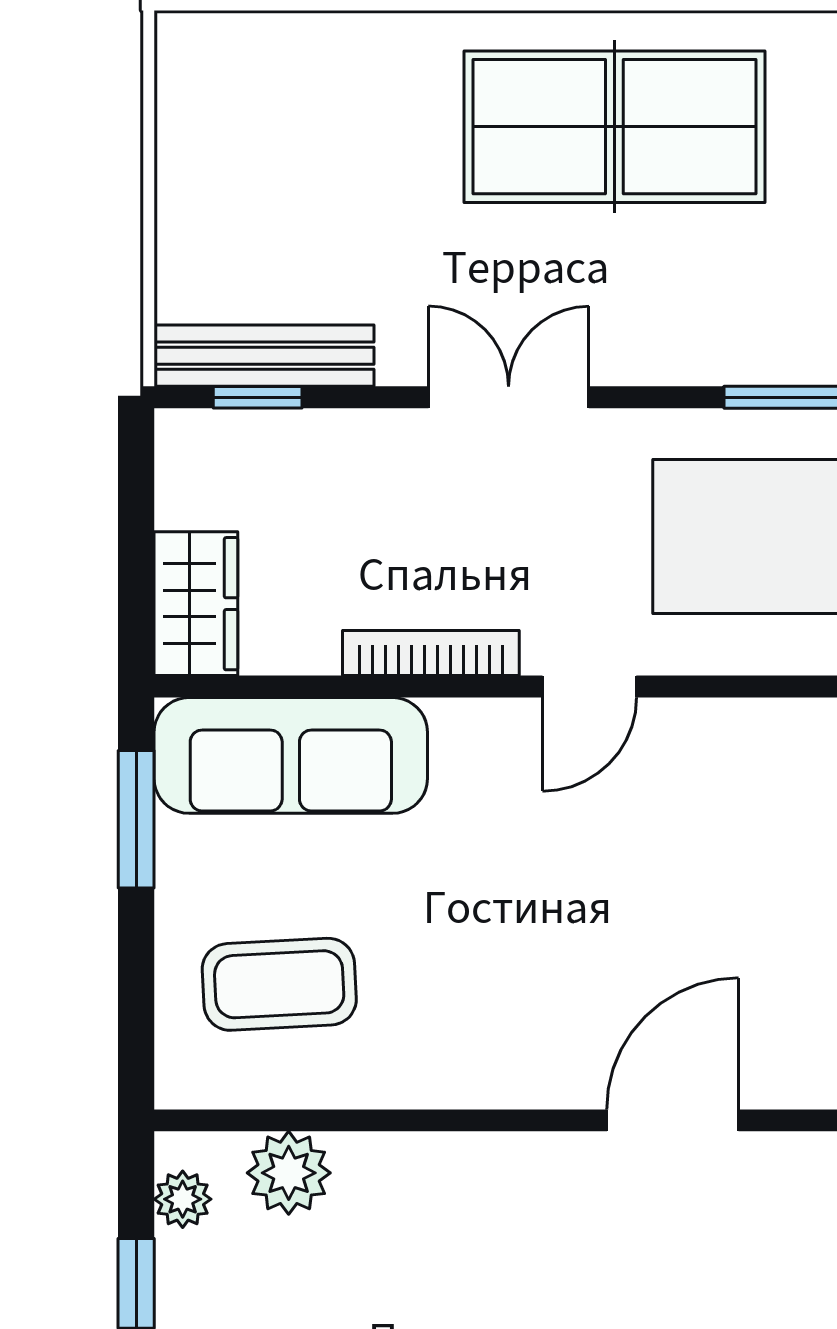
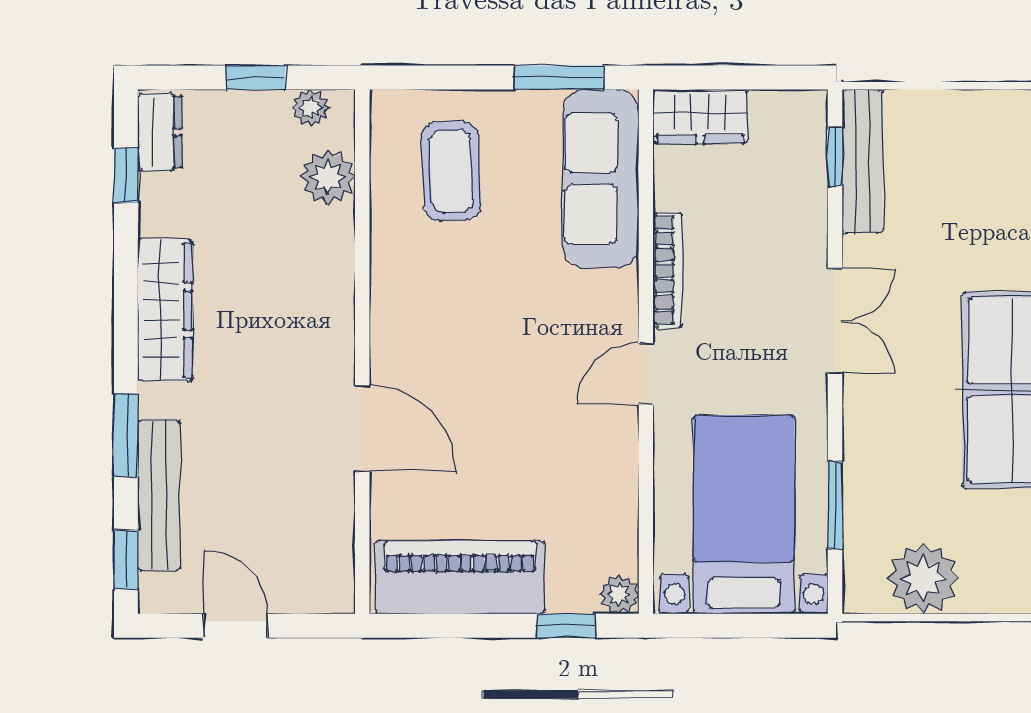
door: (589, 687) -> (646, 374), hinge flipped

